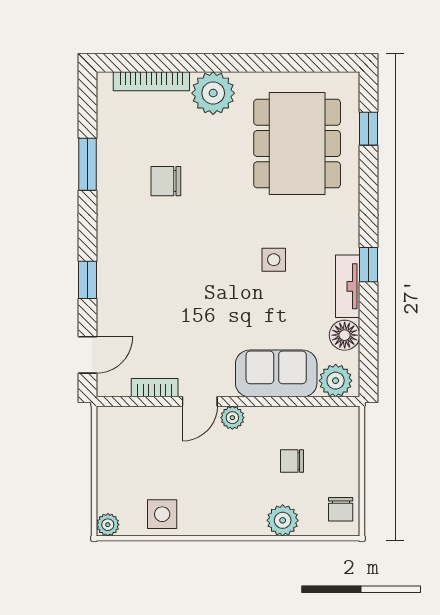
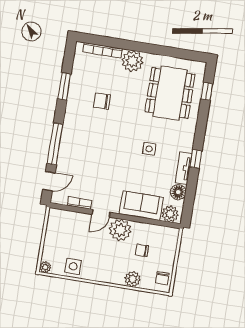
window: (88, 280) -> (55, 144), width x2.17
plant: (232, 418) -> (120, 230), width x1.87, depth x1.87

